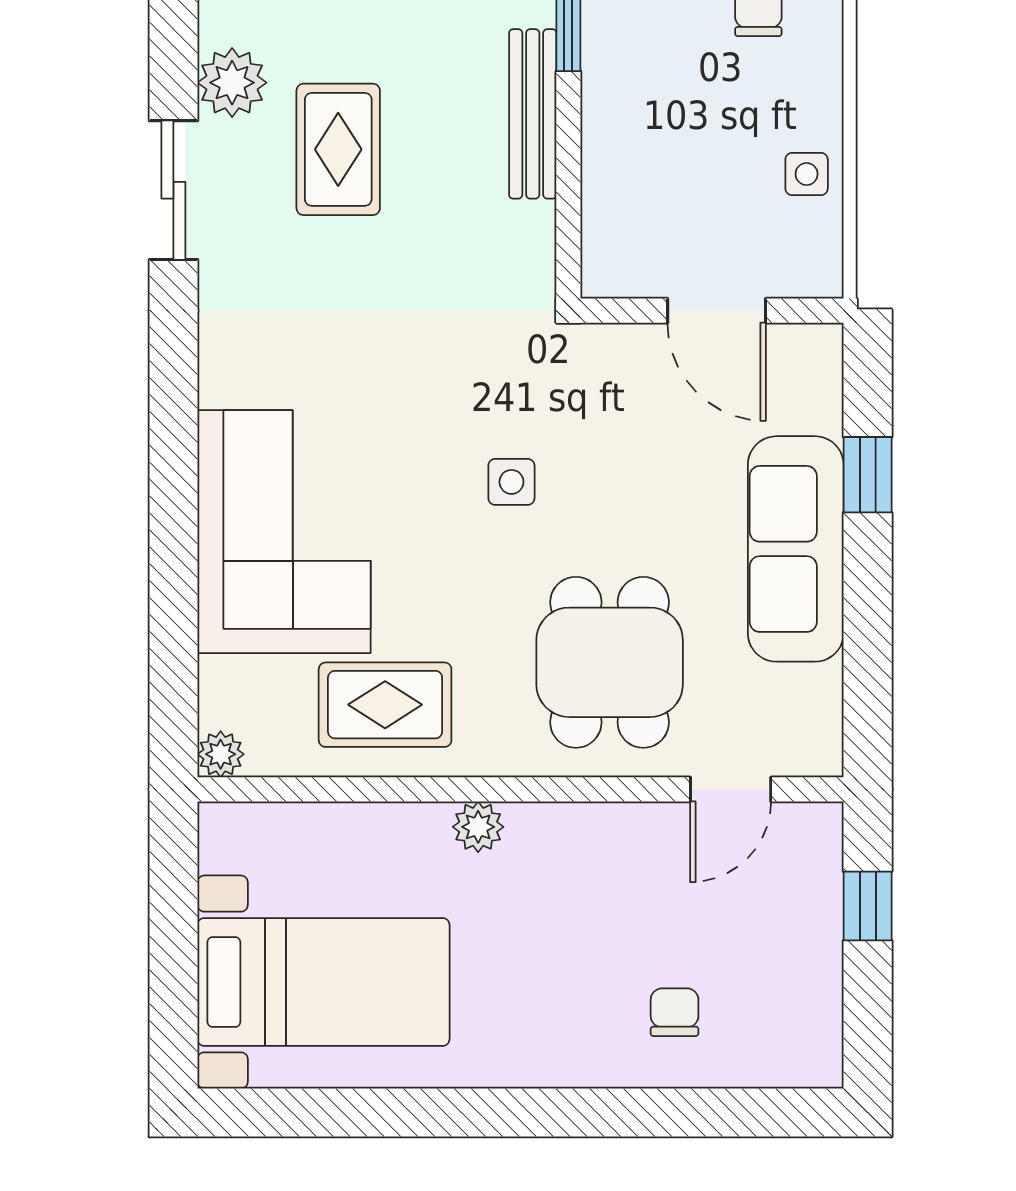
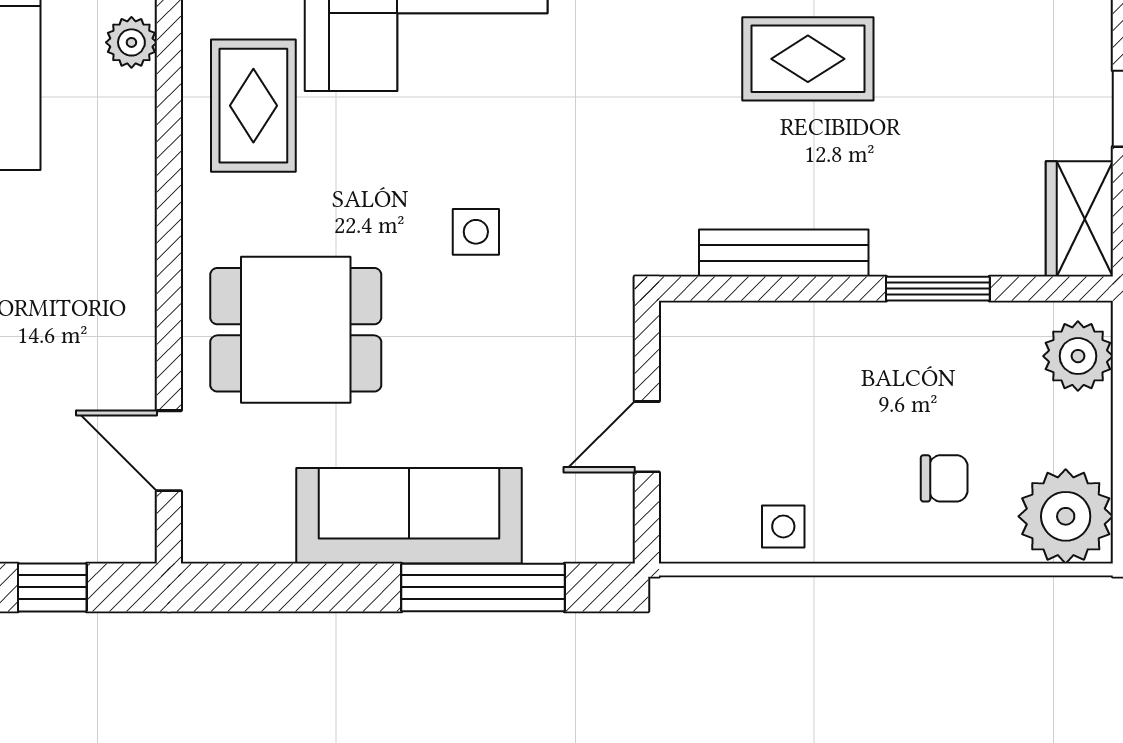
bench: (533, 114) -> (784, 253), moved
door: (717, 311) -> (647, 437), width x0.73
window: (868, 475) -> (483, 587), width x2.17
plant: (478, 827) -> (131, 42), moved

